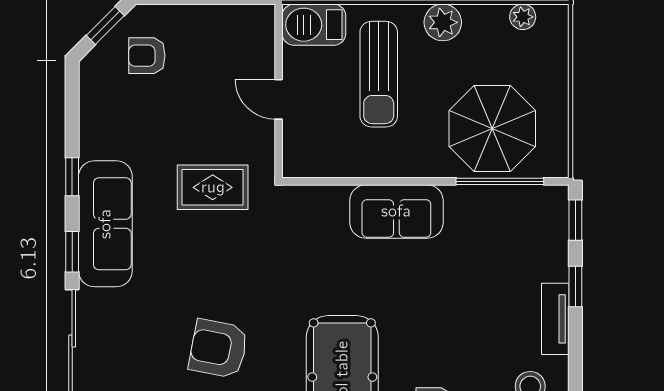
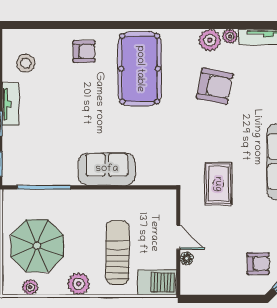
floor lamp: (265, 64) -> (187, 258), added
parasol: (492, 129) -> (37, 246), moved
rug: (213, 187) -> (218, 184), turned 90

